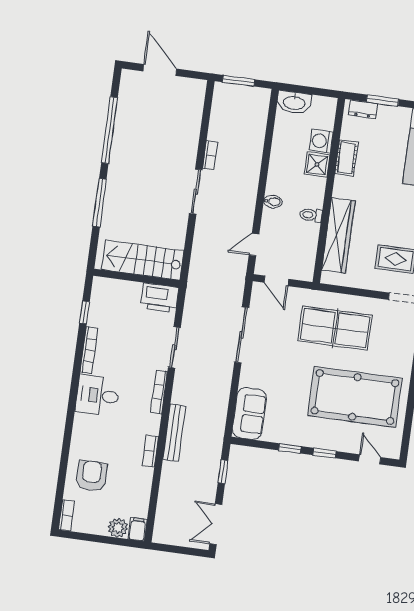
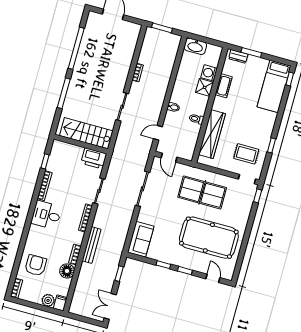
sliding door: (196, 192) -> (122, 107), moved
floor lamp: (141, 478) -> (67, 271), added

